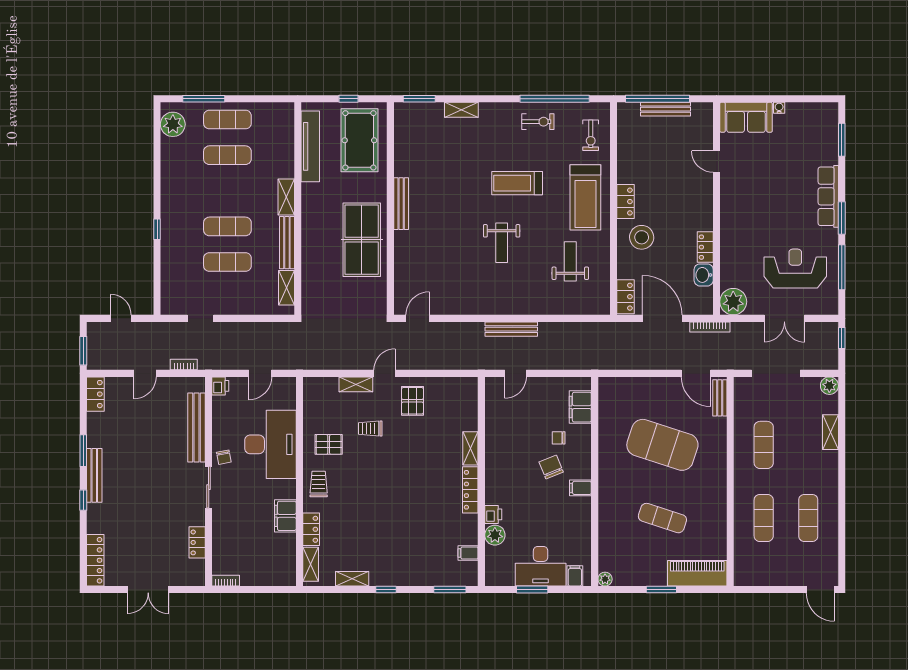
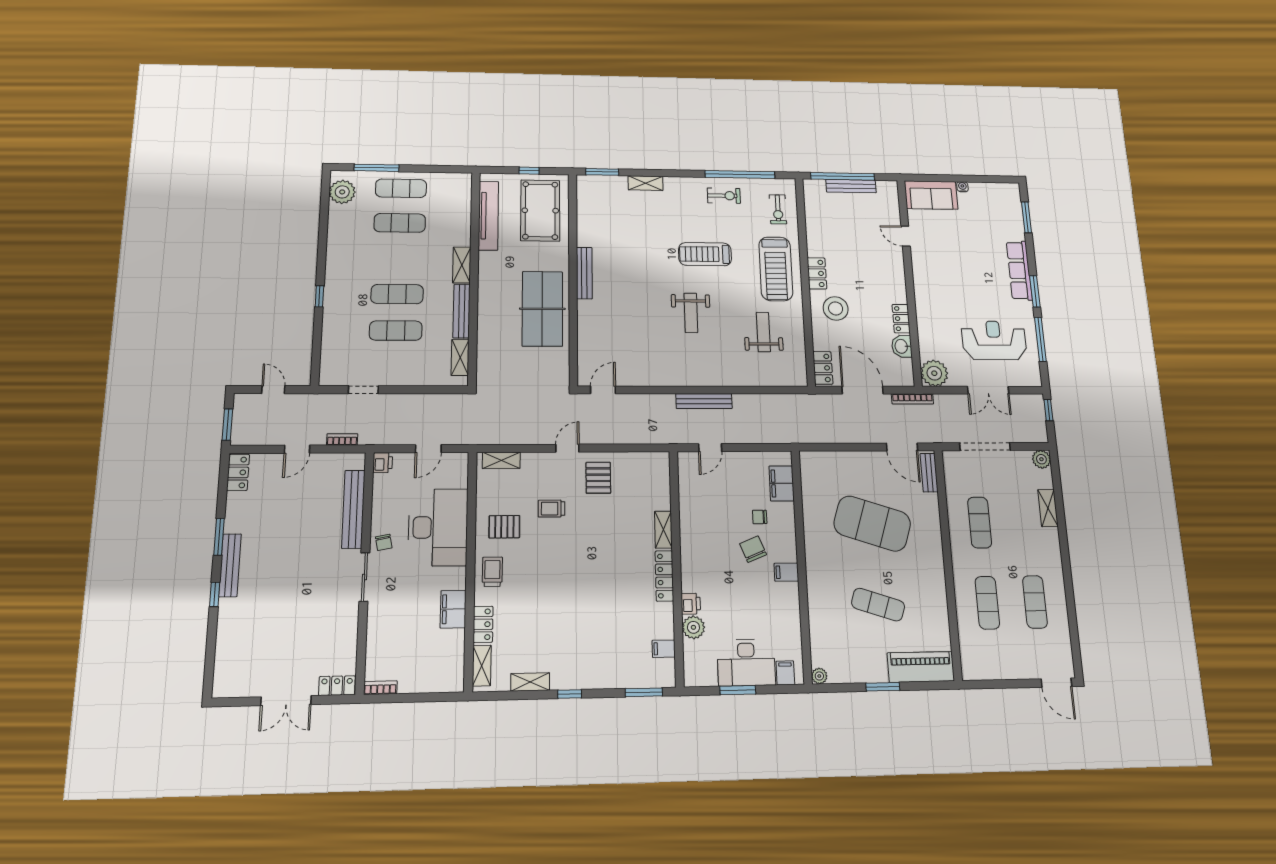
shelving: (356, 384) -> (501, 460), moved
locker: (197, 542) -> (337, 686), moved, turned 90
locker: (95, 560) -> (224, 666), removed

